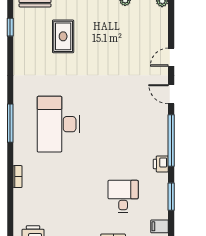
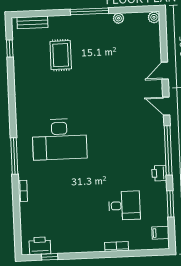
window: (10, 123) -> (14, 156), moved
desk: (58, 124) -> (60, 139), turned -90
desk: (123, 196) -> (124, 206), turned 90

